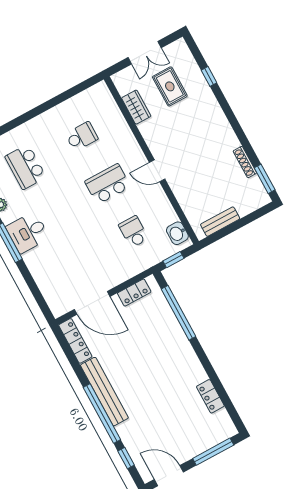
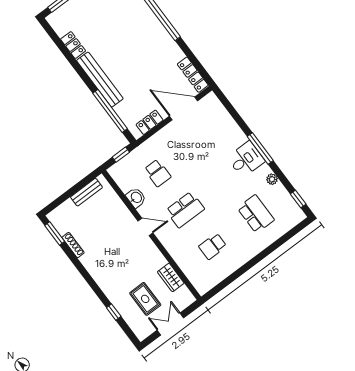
washbasin: (177, 233) -> (136, 198), moved
bench: (104, 392) -> (100, 80), moved

